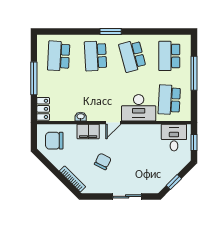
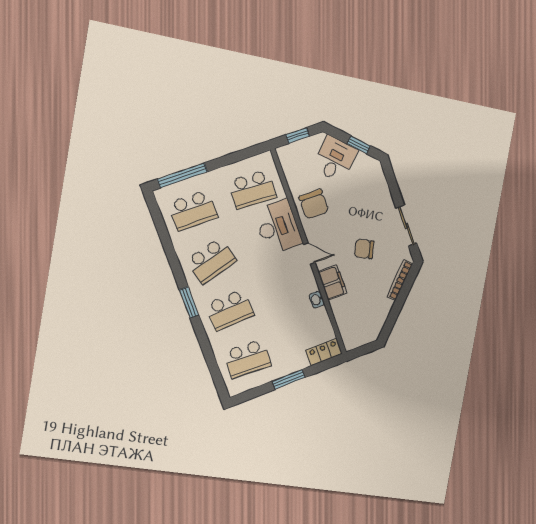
window: (194, 73) -> (182, 175), moved
window: (34, 78) -> (289, 379), width x0.69
desk: (174, 138) -> (335, 159), moved, turned 135
chair: (54, 141) -> (314, 204), moved
sliding door: (127, 196) -> (406, 226), moved

